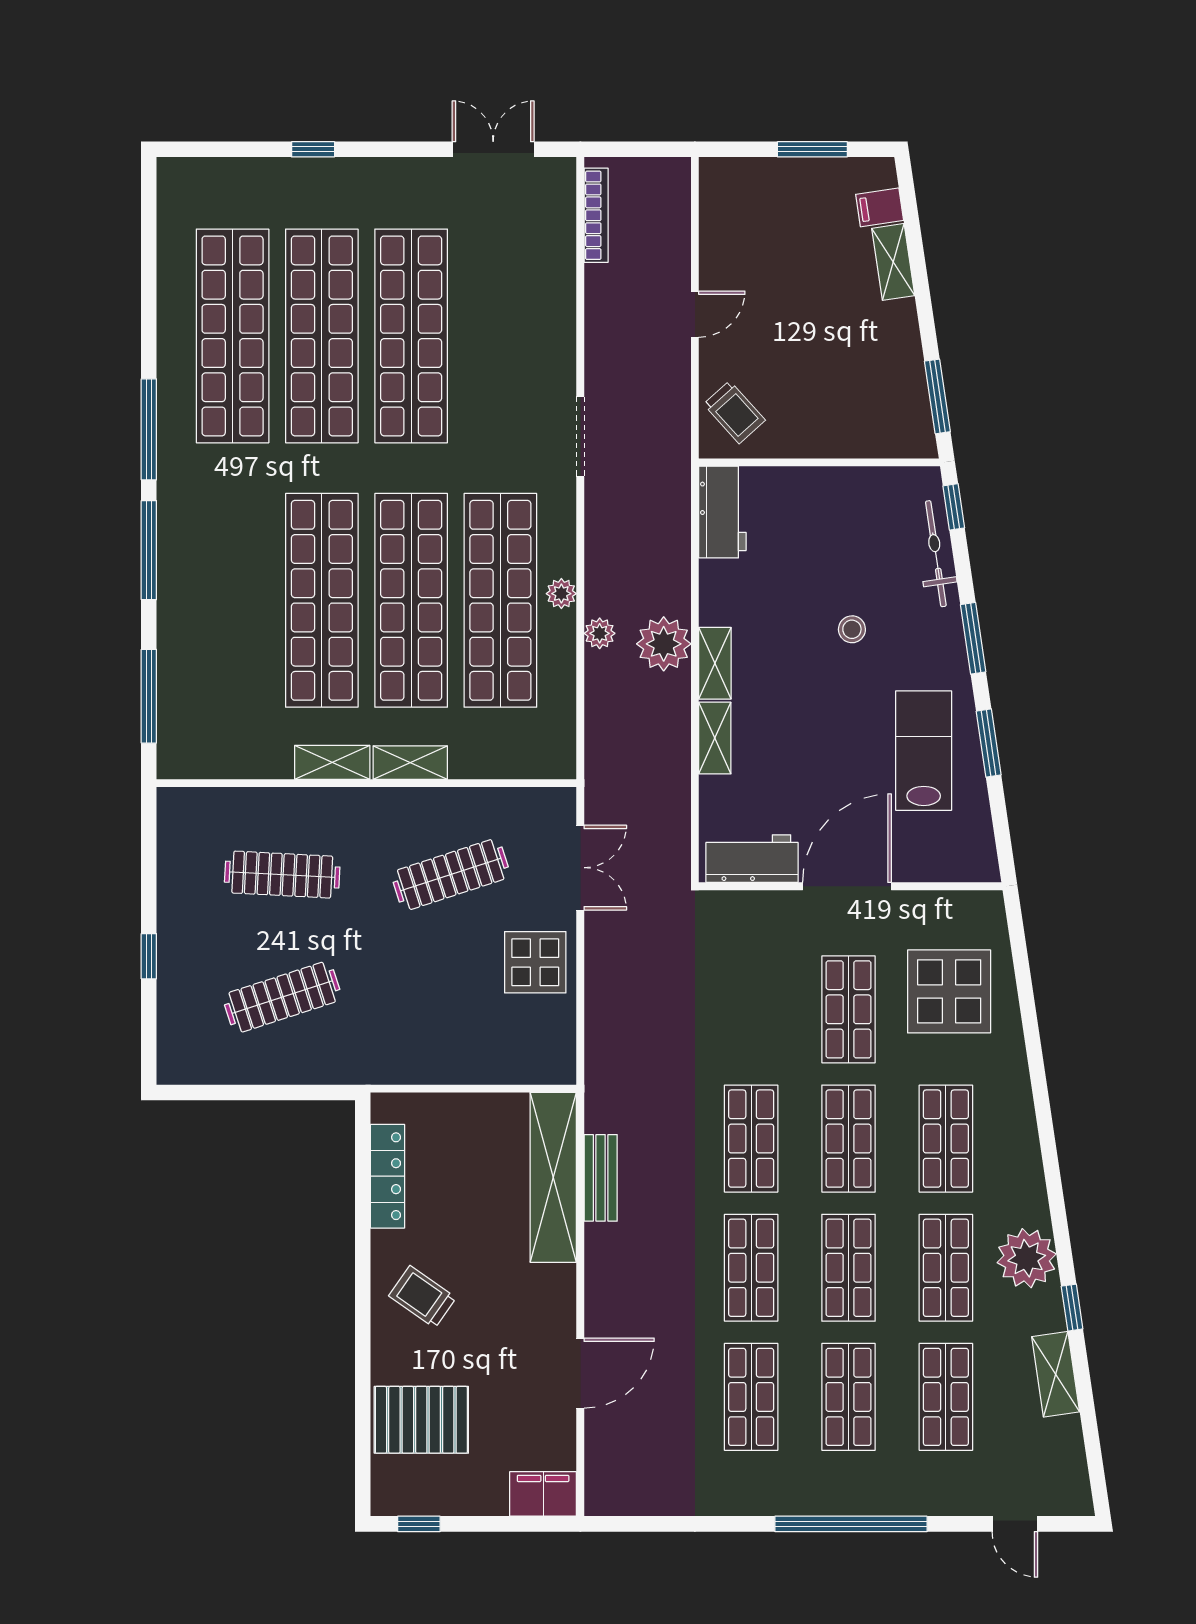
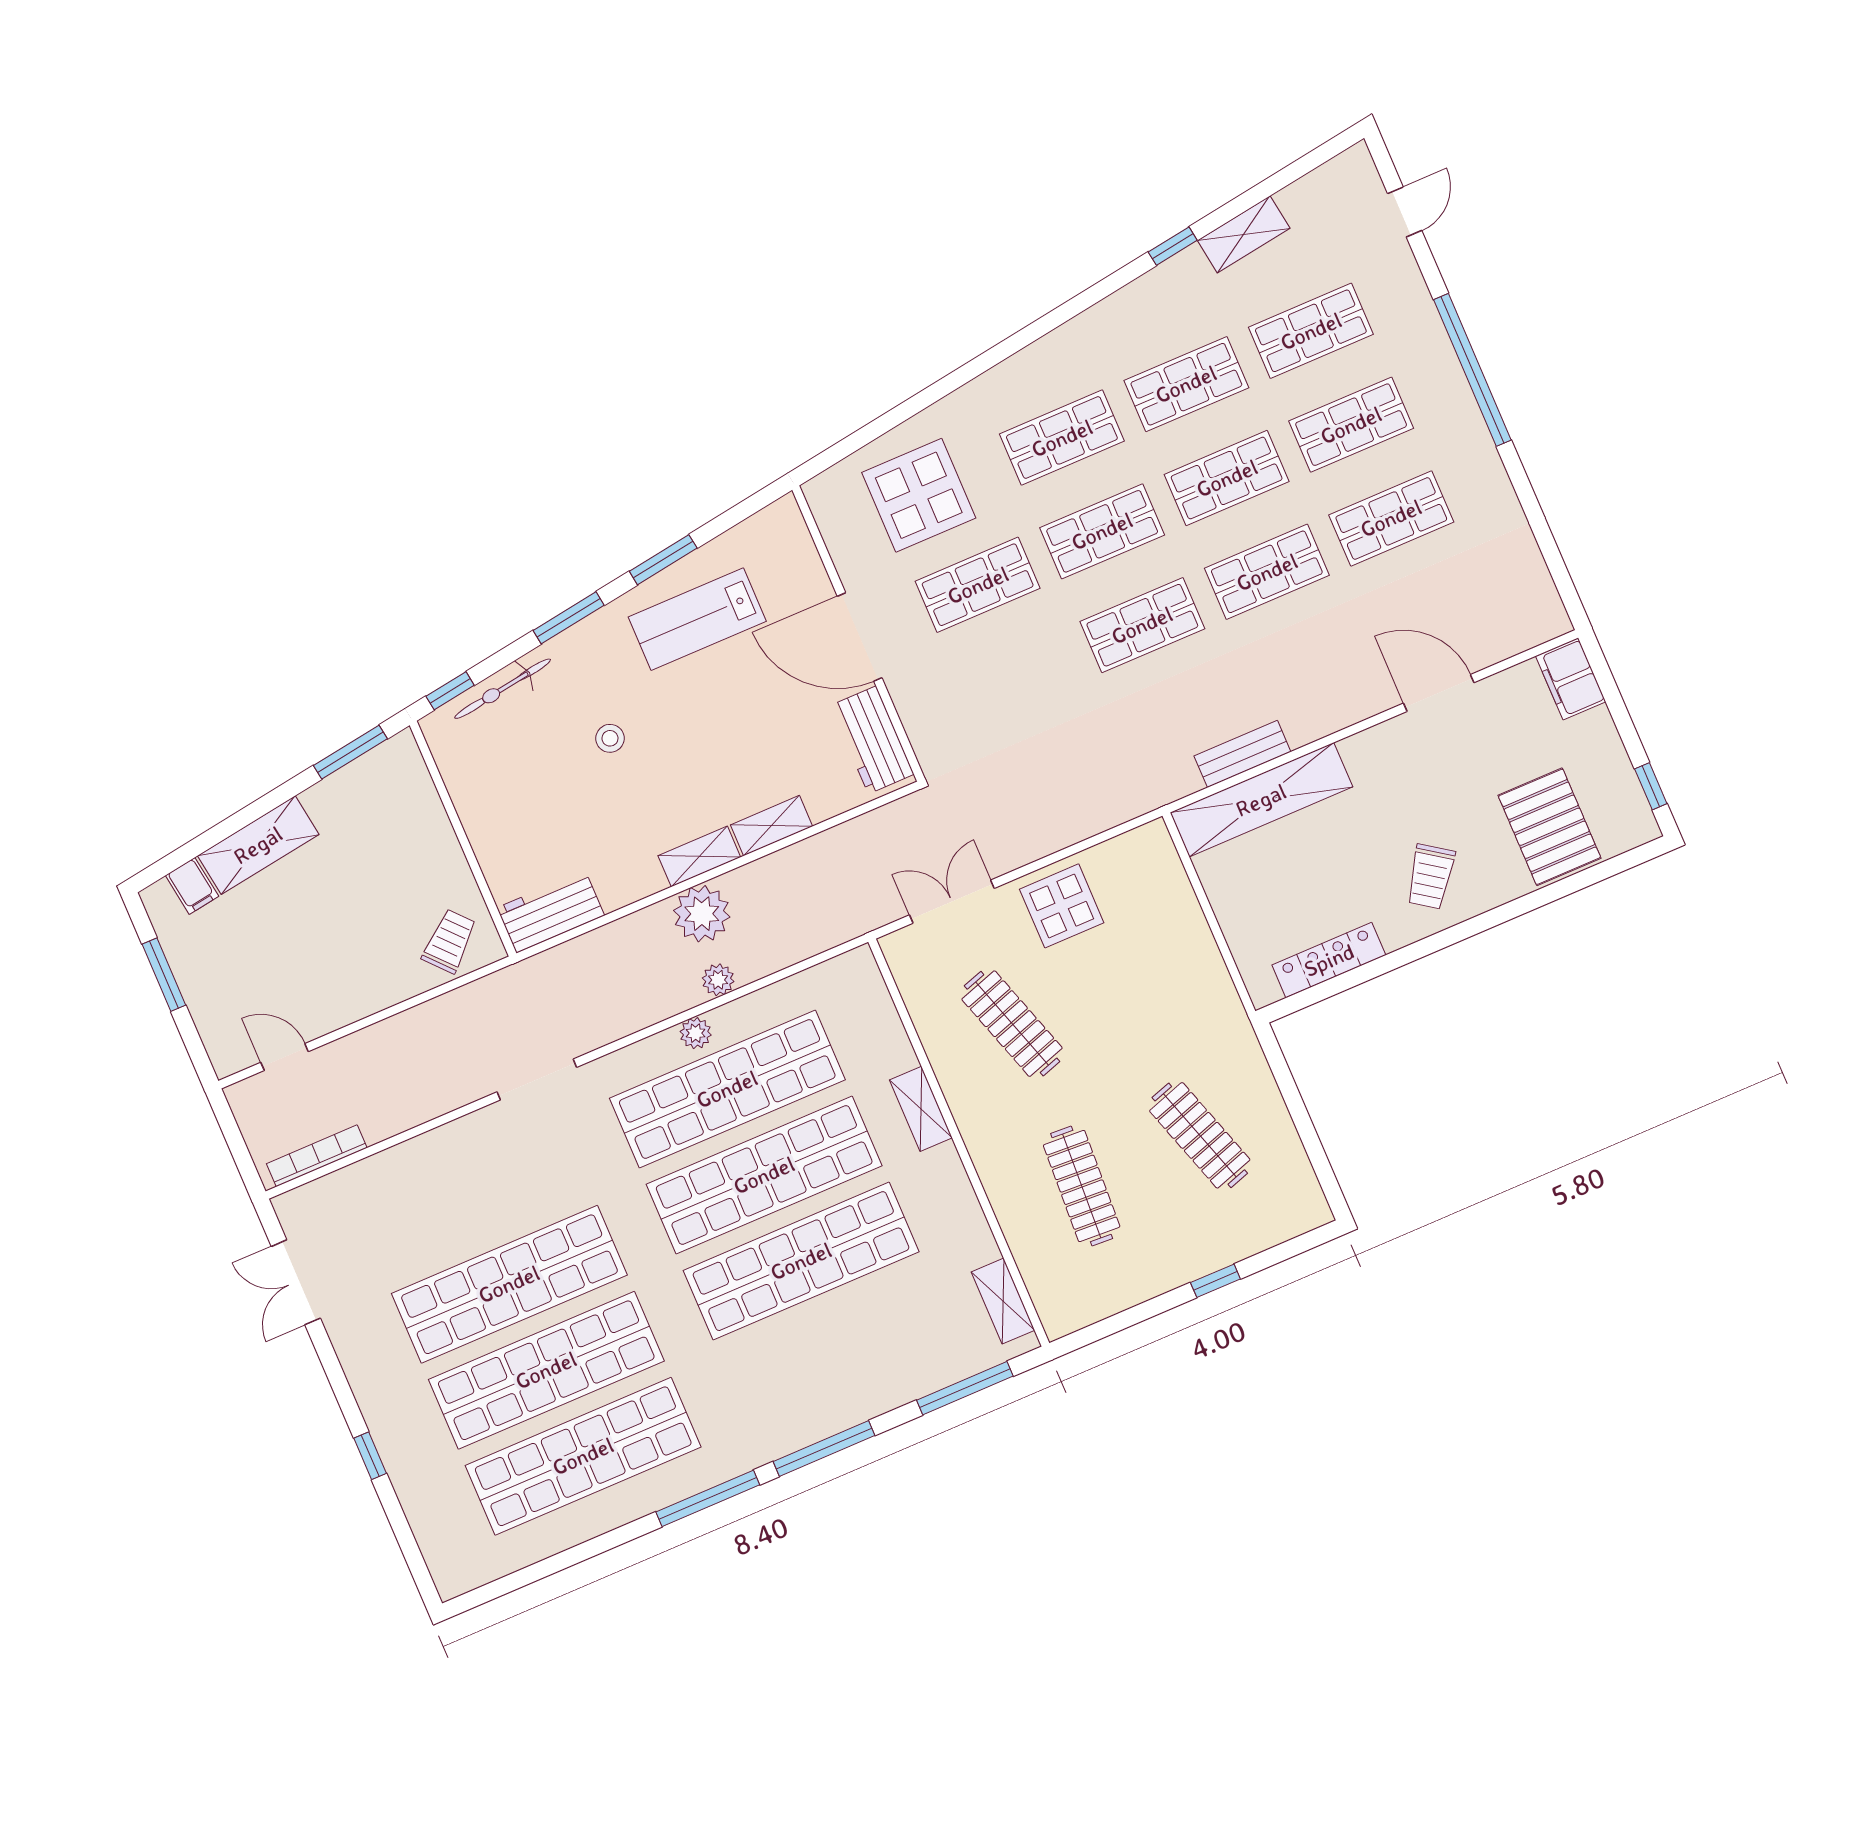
shelving: (893, 262) -> (258, 845), width x1.50, depth x1.33
door: (695, 314) -> (285, 1057), moved
shelving: (332, 762) -> (1003, 1301), moved
plant: (1027, 1258) -> (1144, 310), removed

